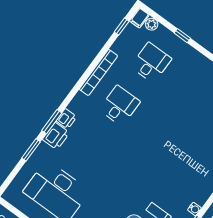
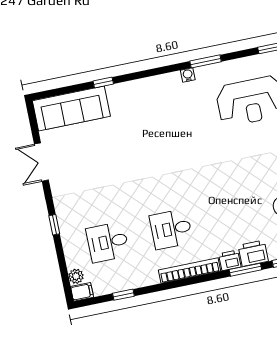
window: (122, 27) -> (123, 295), moved
window: (182, 36) -> (54, 225), moved
bookcase: (98, 72) -> (190, 271), moved

